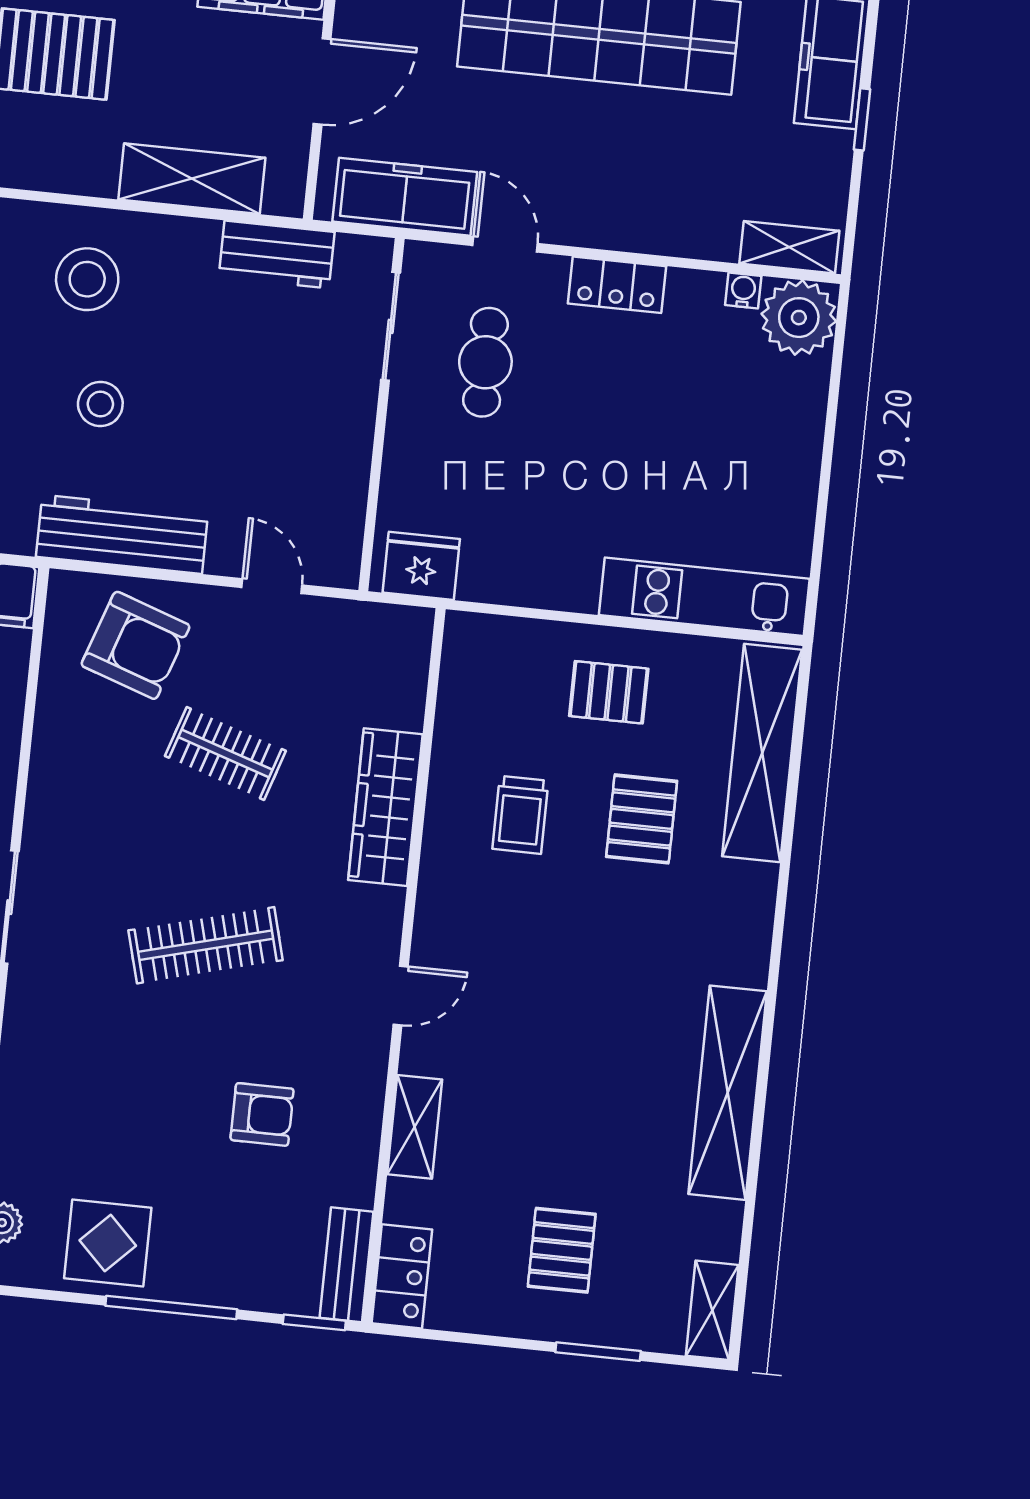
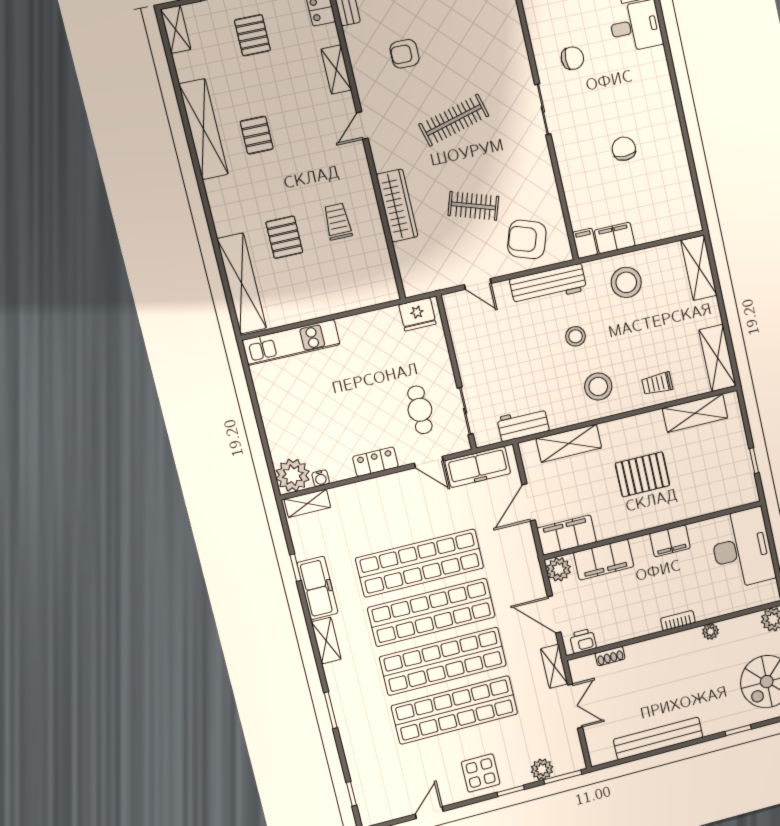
pallet: (609, 692) -> (257, 135), moved, turned 90

